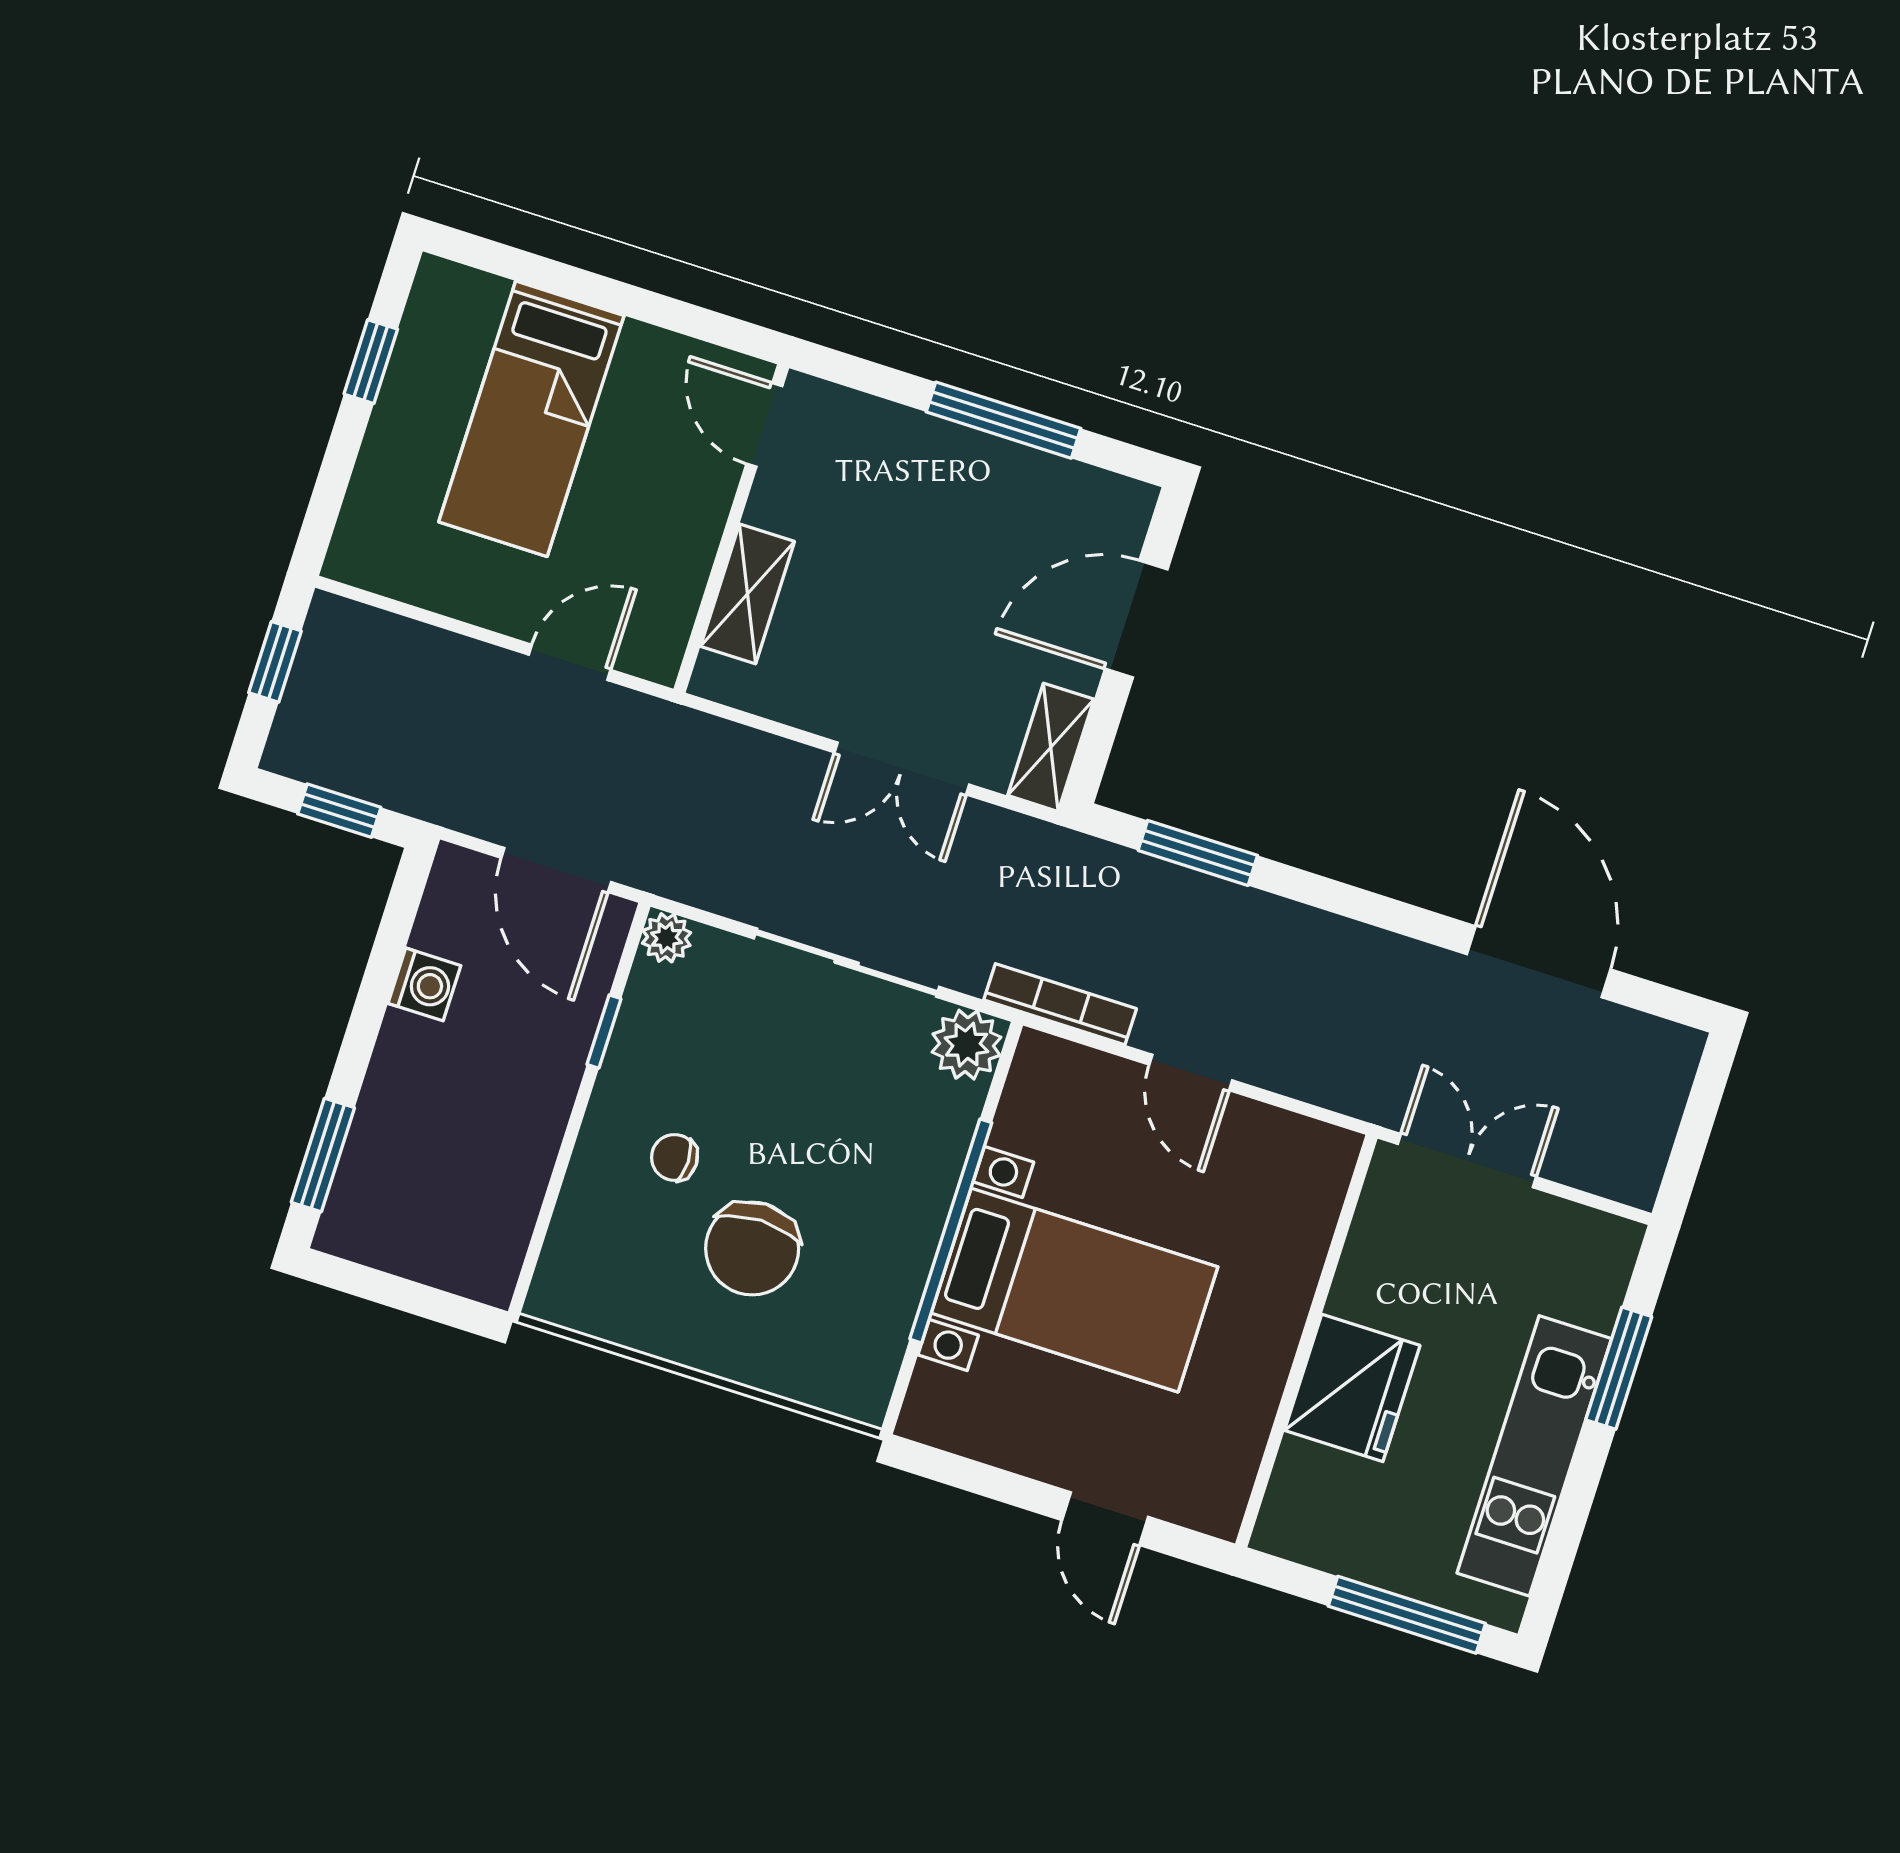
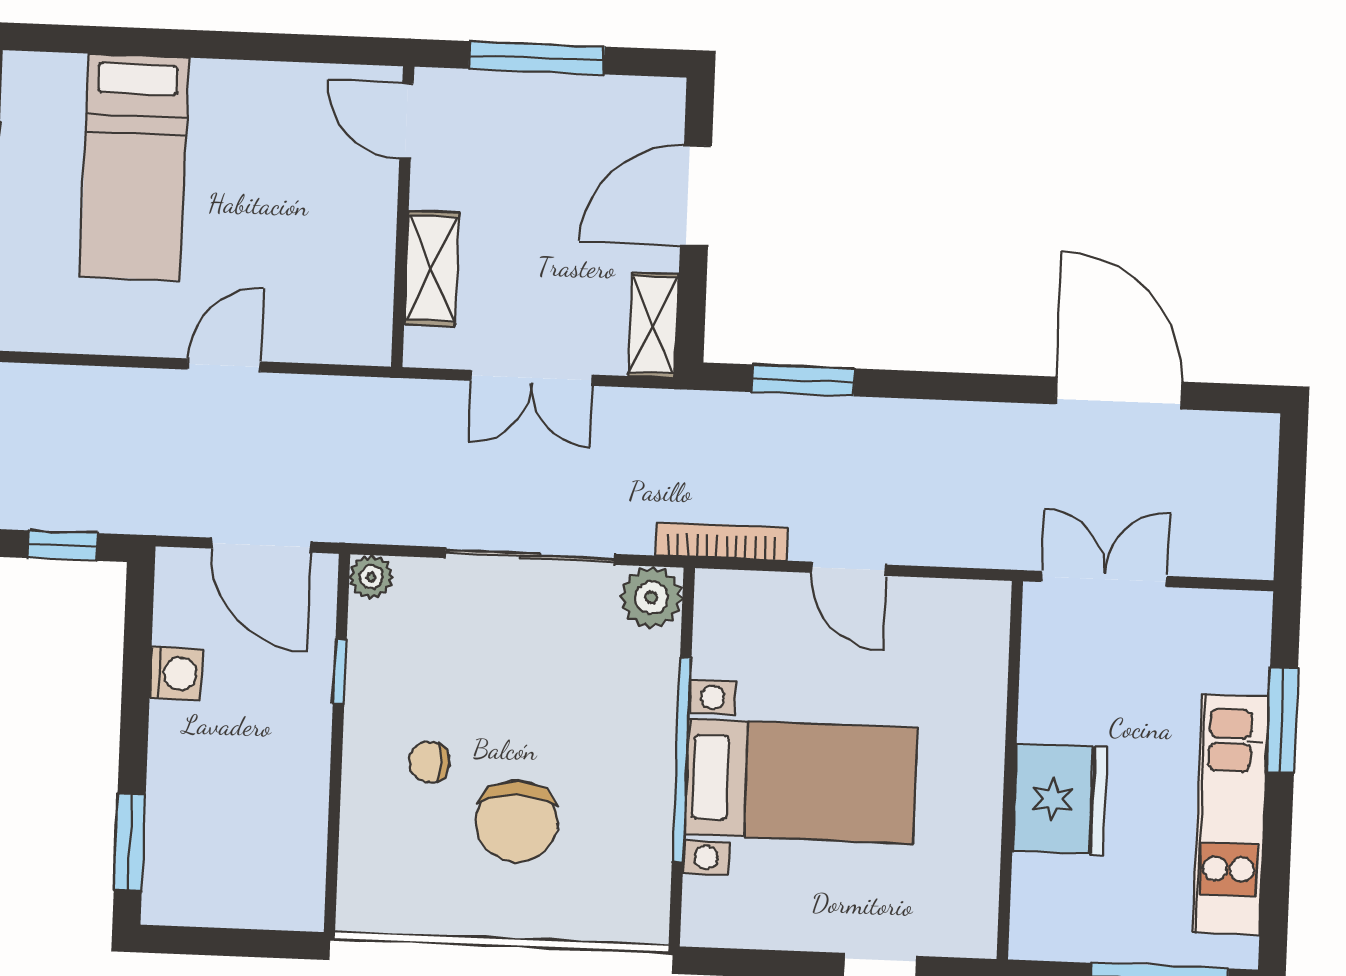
door: (764, 425) -> (407, 121), moved
wall: (731, 529) -> (403, 217), moved
shelving: (748, 594) -> (432, 268), moved

